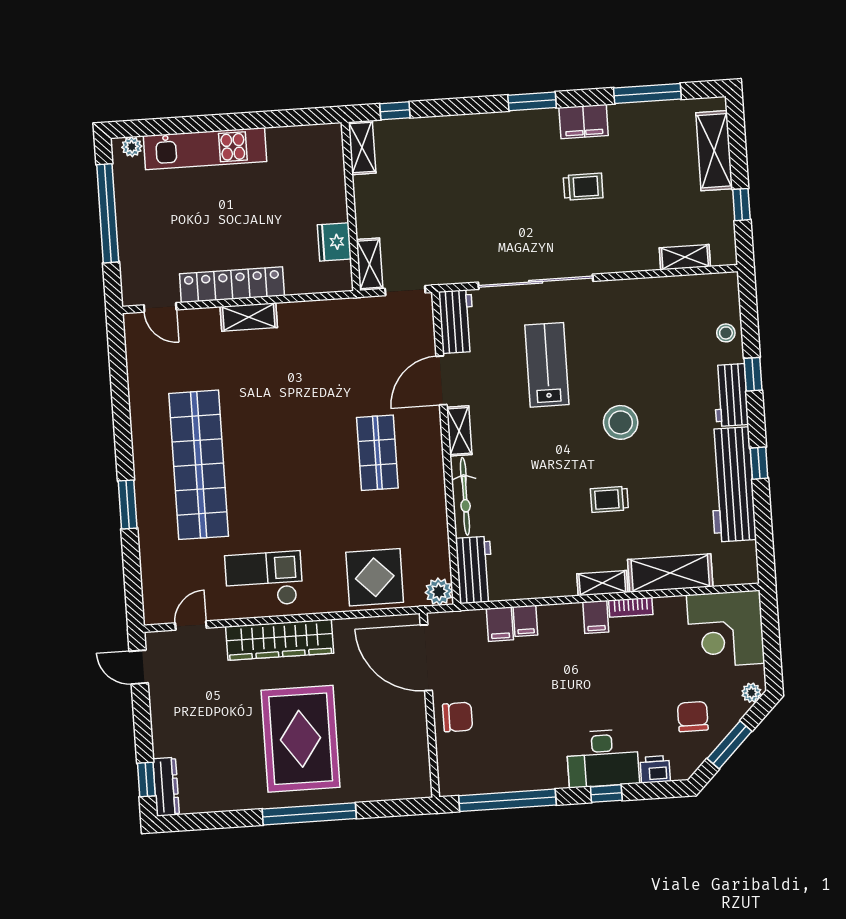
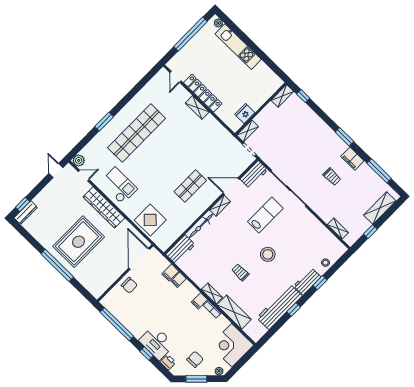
plant: (439, 592) -> (79, 160), moved

